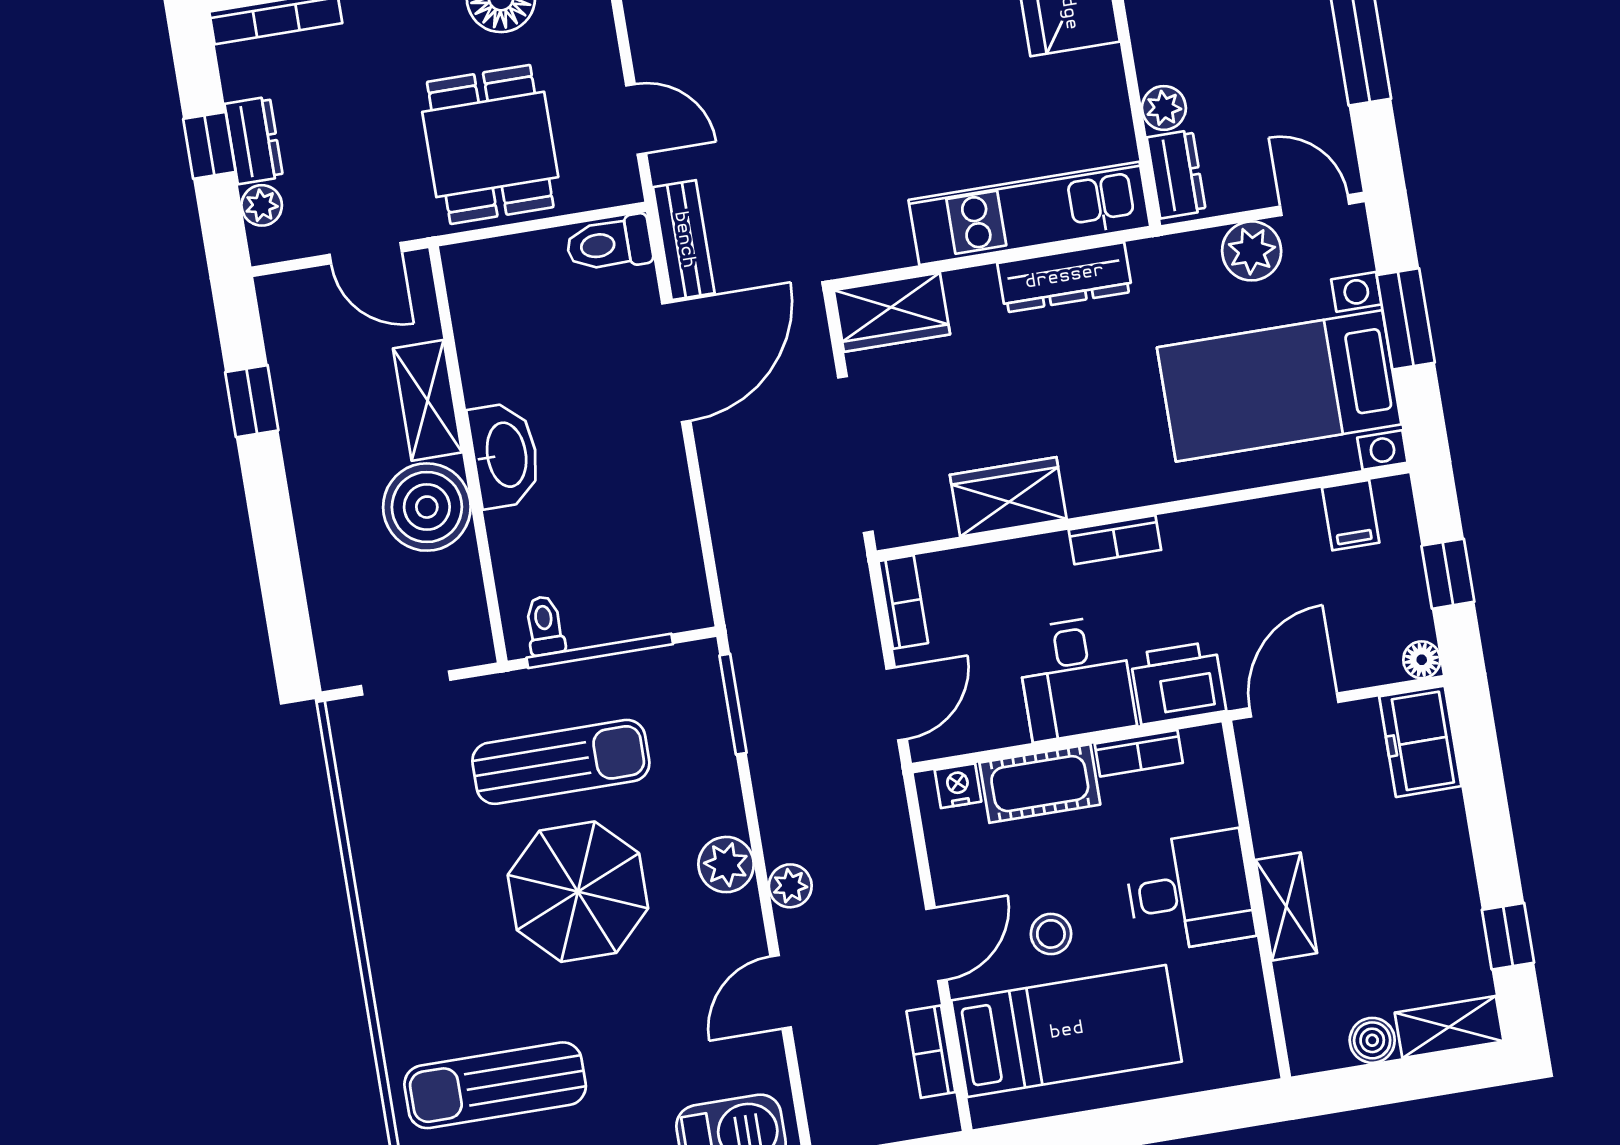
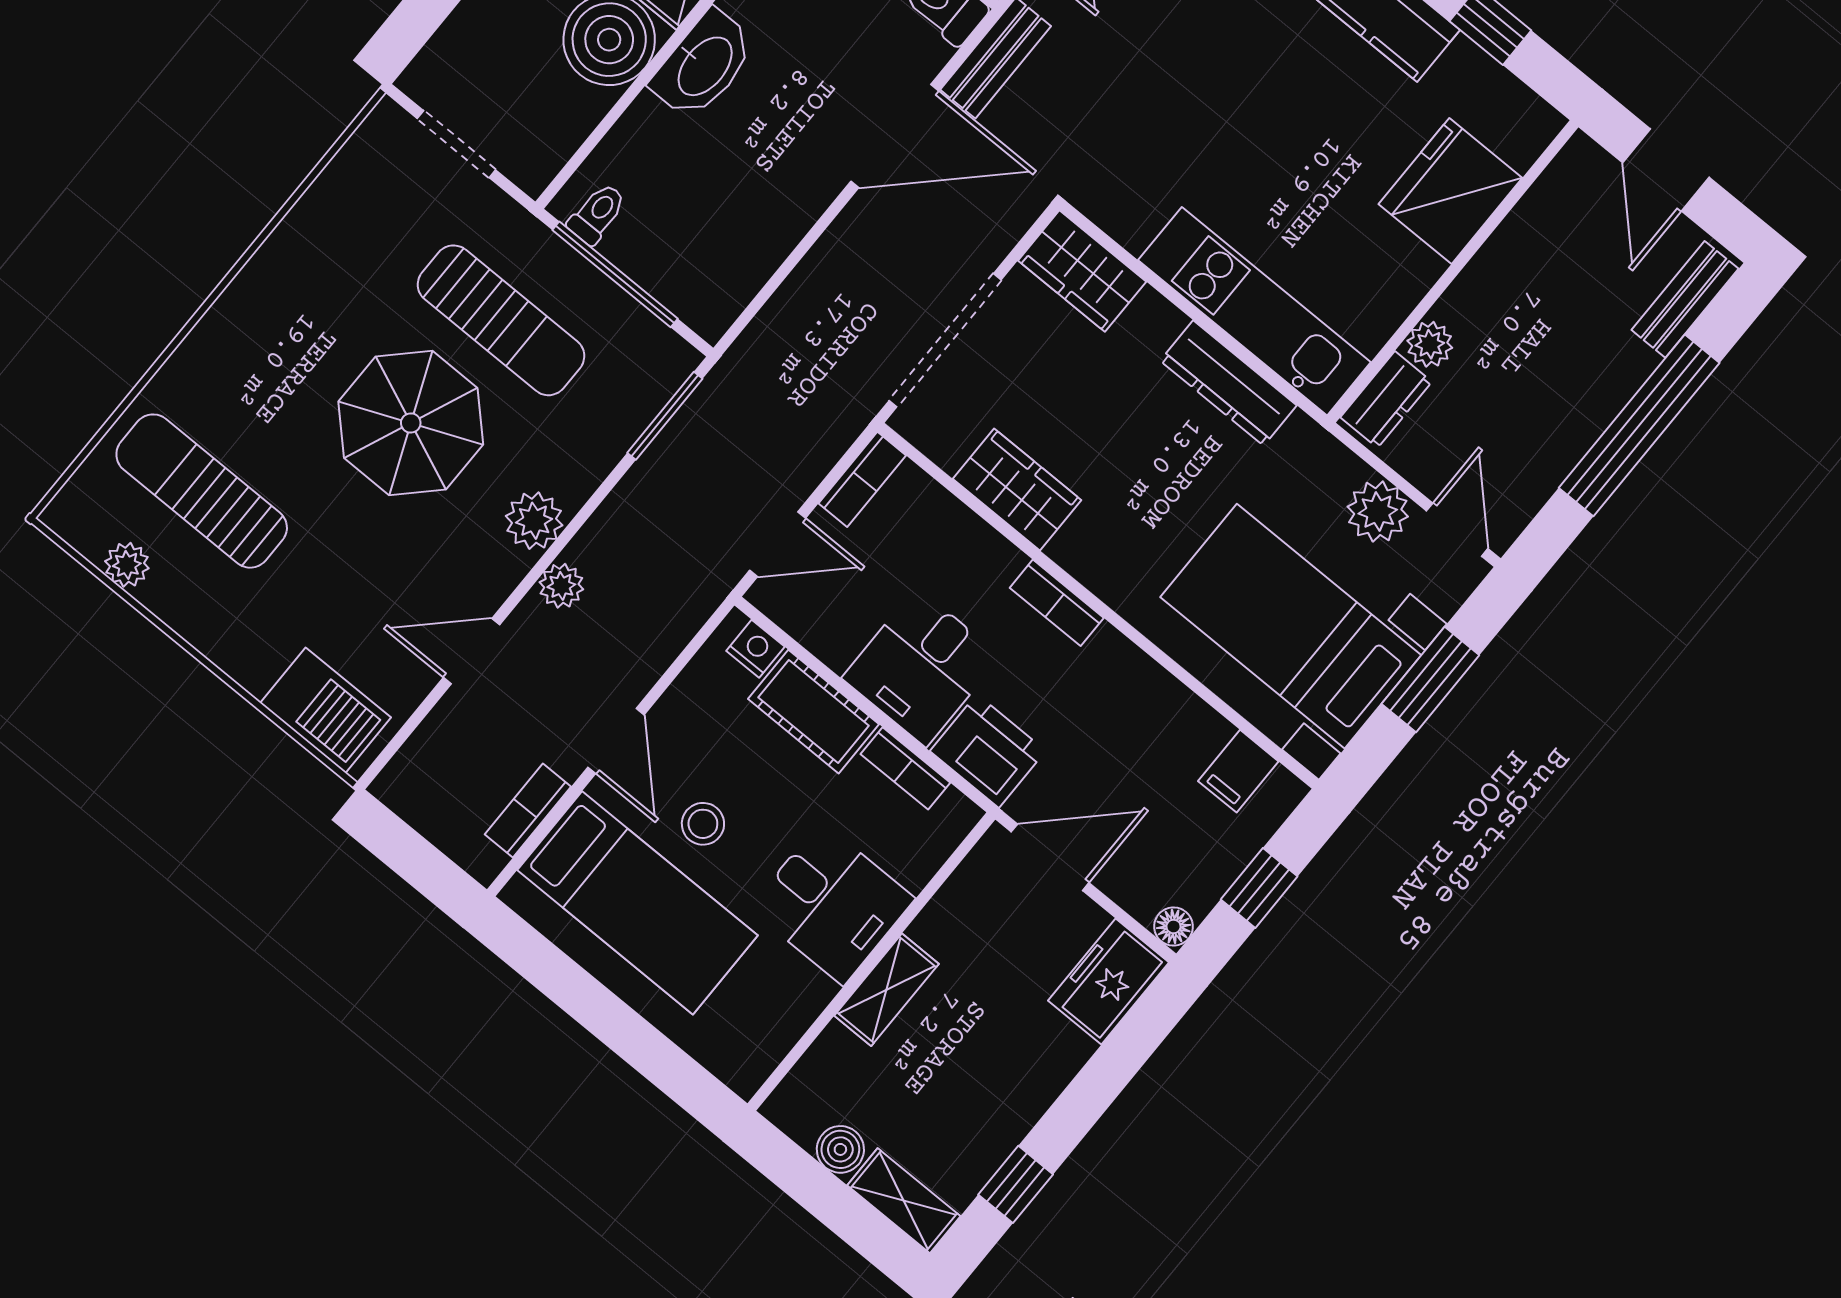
door: (936, 944) -> (616, 741), hinge flipped

